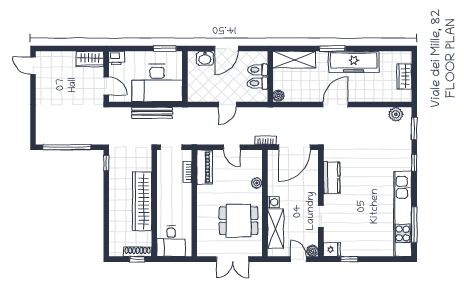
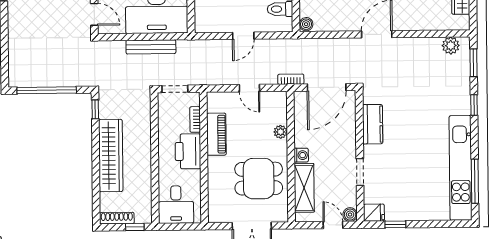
piano: (205, 167) -> (216, 134), moved
printer: (181, 198) -> (188, 151), added
wardrobe: (142, 201) -> (111, 156), moved, turned 180
shoe rack: (138, 252) -> (117, 218), moved

